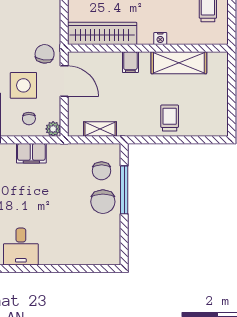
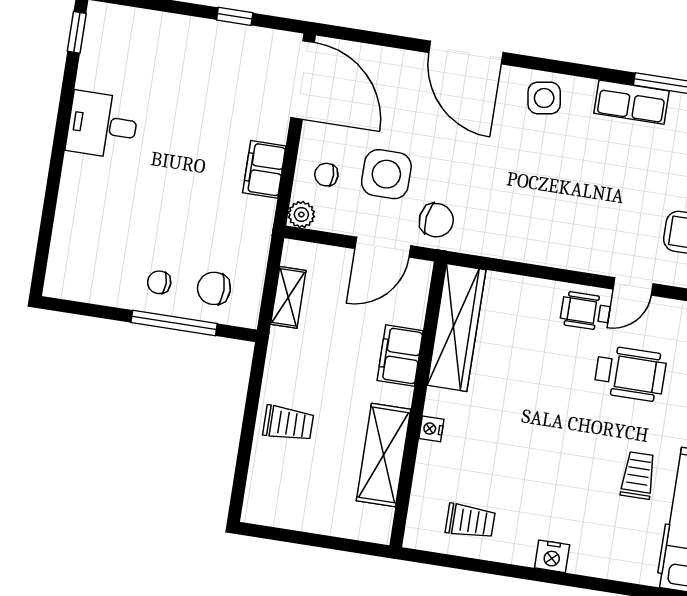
filing cabinet: (130, 62) -> (400, 356), width x2.00
chair: (103, 202) -> (159, 282), width x0.54, depth x0.54

